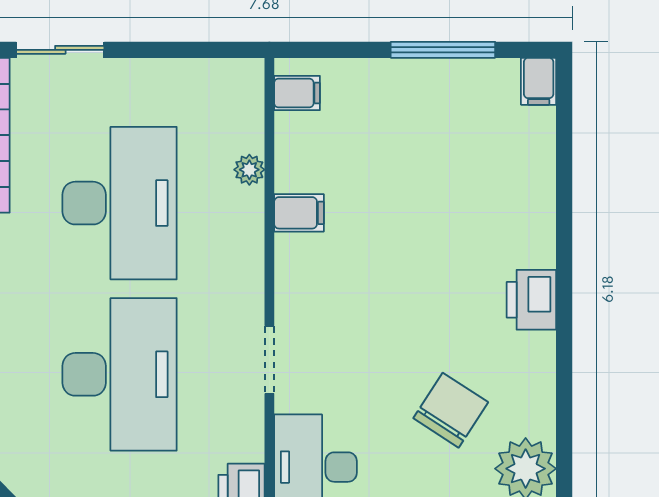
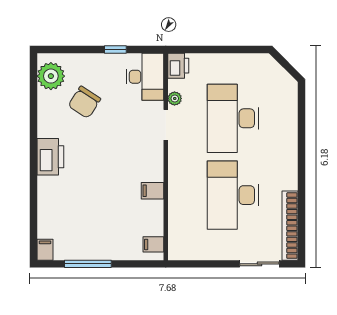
plant: (249, 170) -> (175, 98), moved
printer: (531, 300) -> (50, 157), width x1.37, depth x1.19

